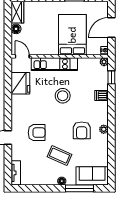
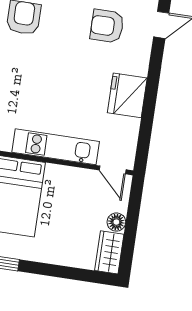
fridge: (20, 83) -> (127, 95), moved
stool: (63, 96) -> (49, 86), removed

